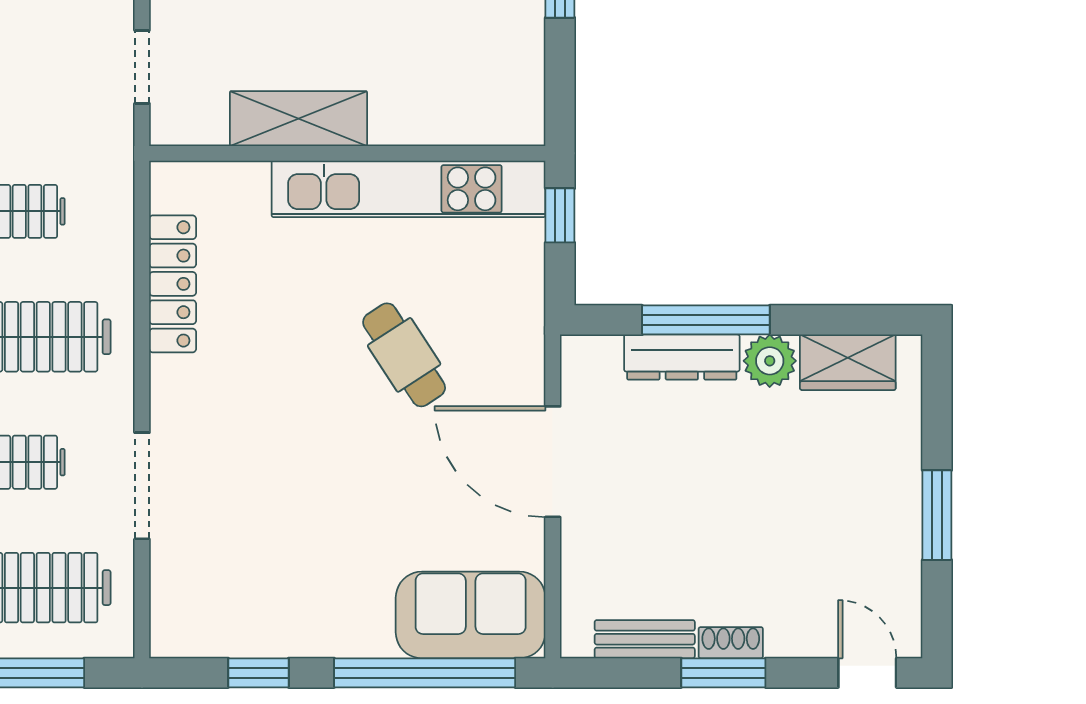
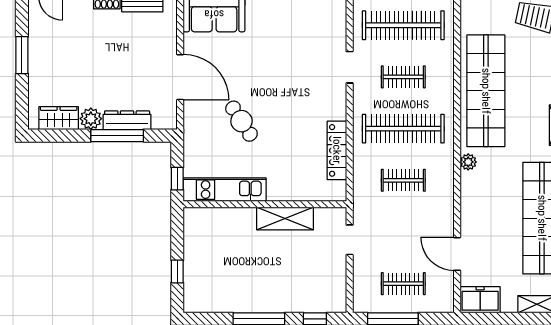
kitchen unit: (409, 189) -> (225, 190), width x0.73
doorway: (142, 486) -> (350, 67), width x0.73

